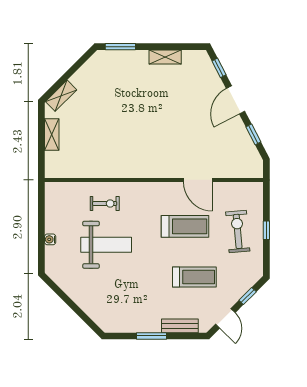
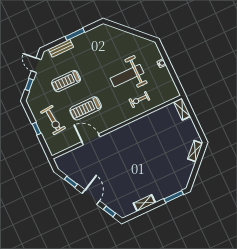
shelving: (52, 134) -> (182, 109), moved

